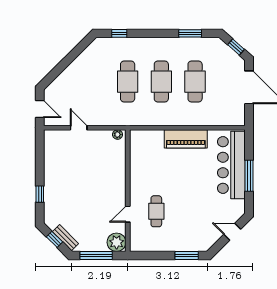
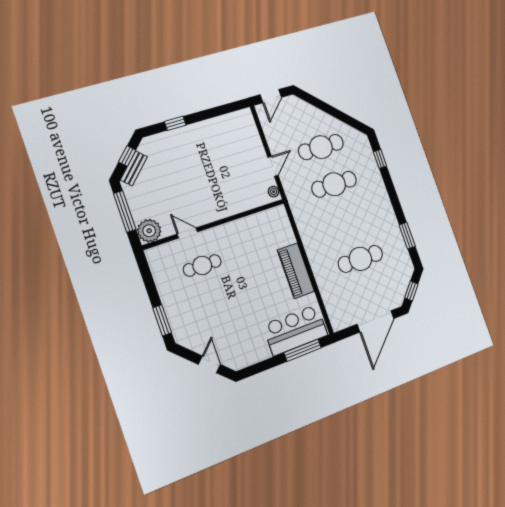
cafe table: (161, 82) -> (321, 147), moved
door: (79, 128) -> (273, 166), moved
bar counter: (231, 165) -> (295, 330), width x0.73
window: (249, 176) -> (303, 350), moved

